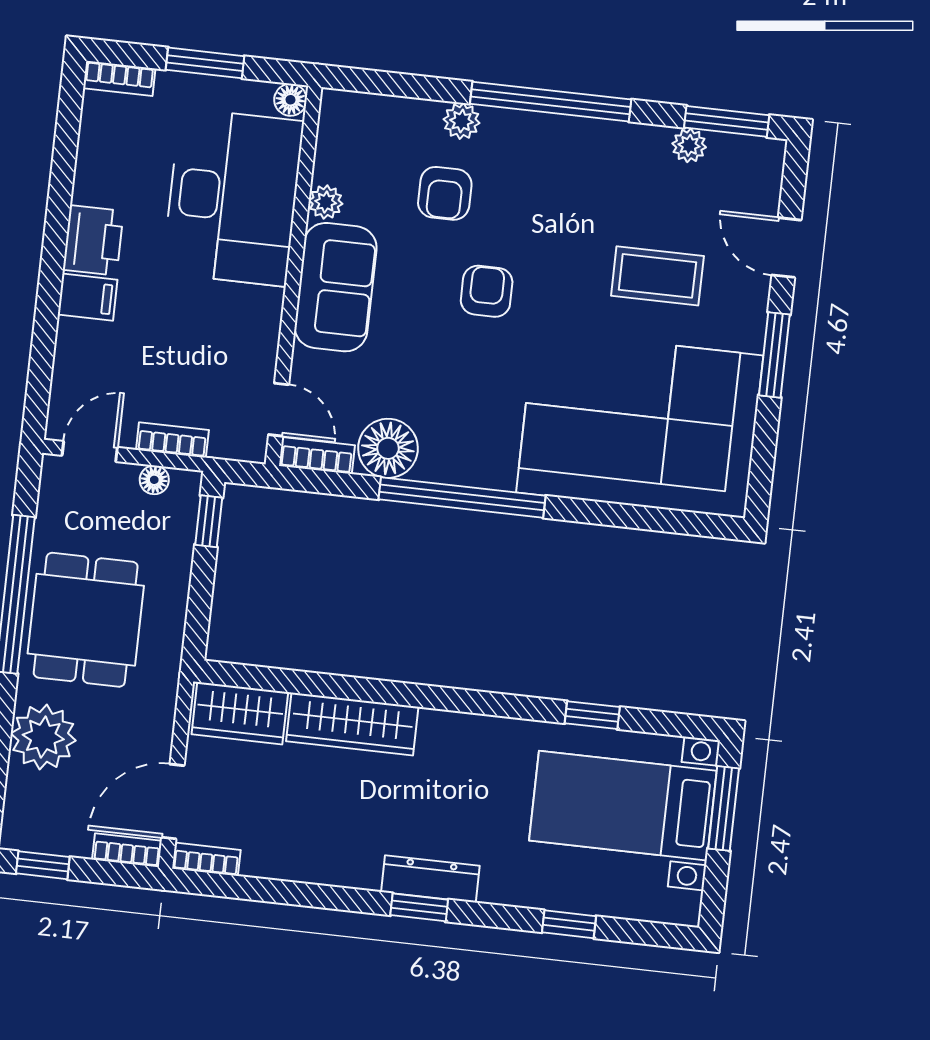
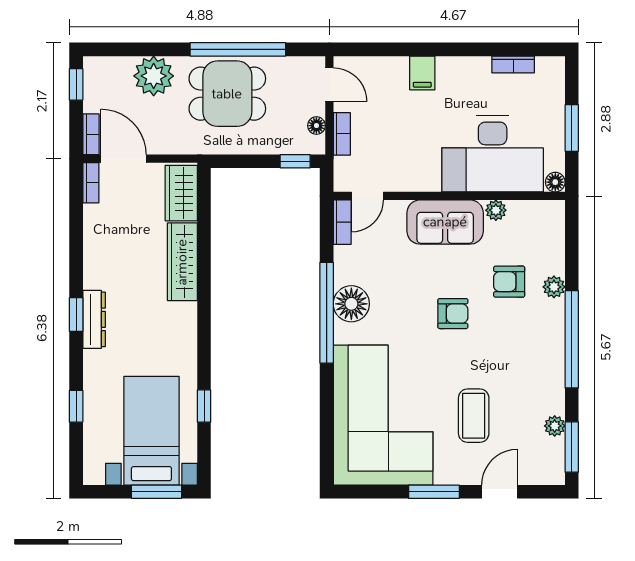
bookcase: (119, 78) -> (513, 65), moved, turned -90
printer: (93, 240) -> (457, 72), removed
floor lamp: (388, 448) -> (351, 304), moved

